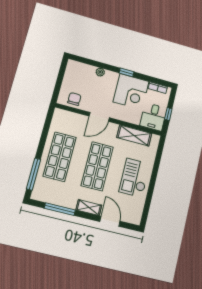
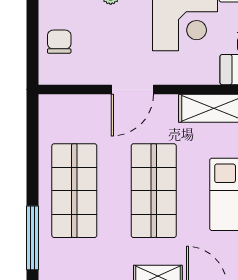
chair: (74, 99) -> (59, 42), moved

